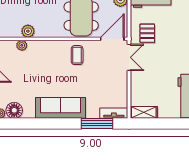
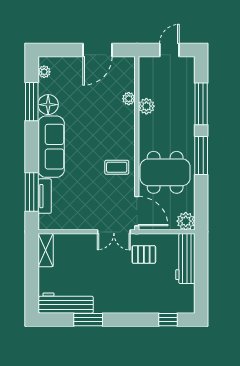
floor lamp: (14, 110) -> (48, 105), moved
tv unit: (114, 113) -> (45, 196), moved
window: (24, 123) -> (32, 102), added

